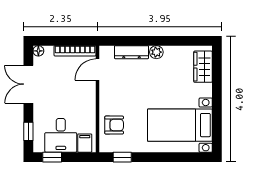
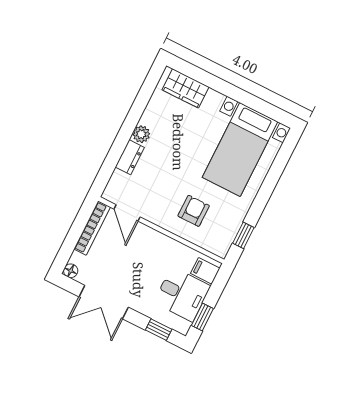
dresser: (132, 52) -> (130, 157), width x0.70
armchair: (114, 125) -> (194, 211), moved

